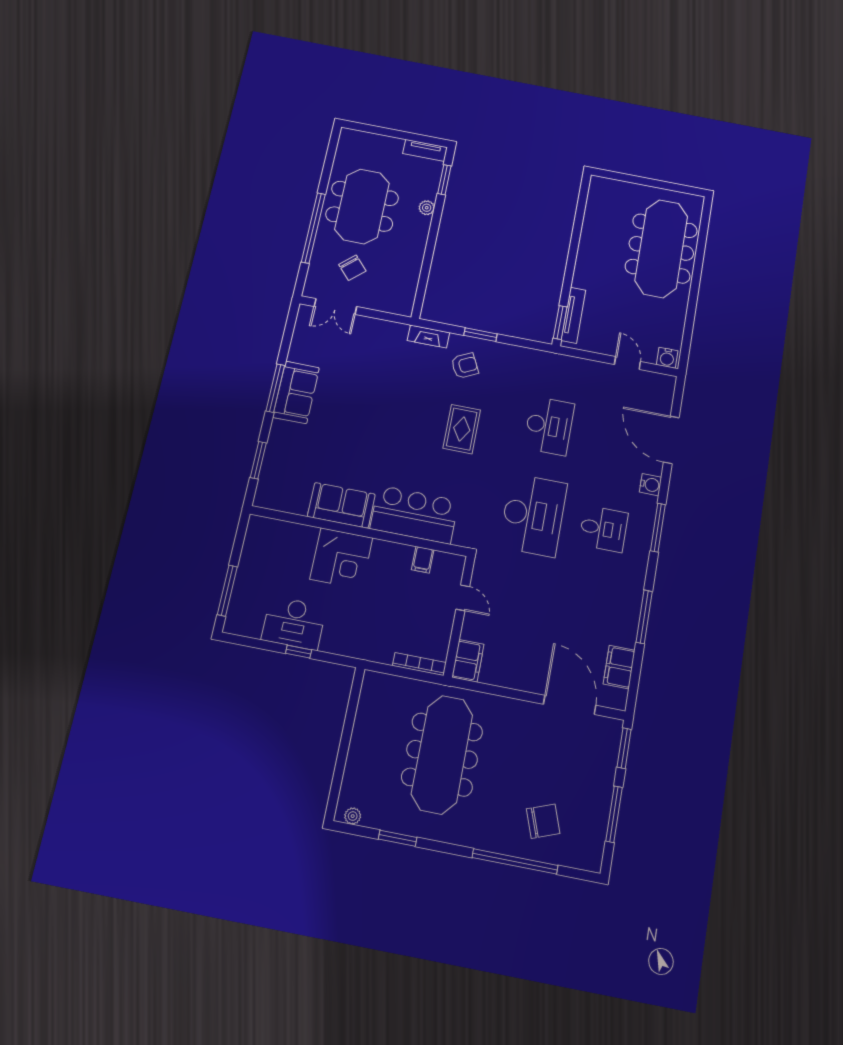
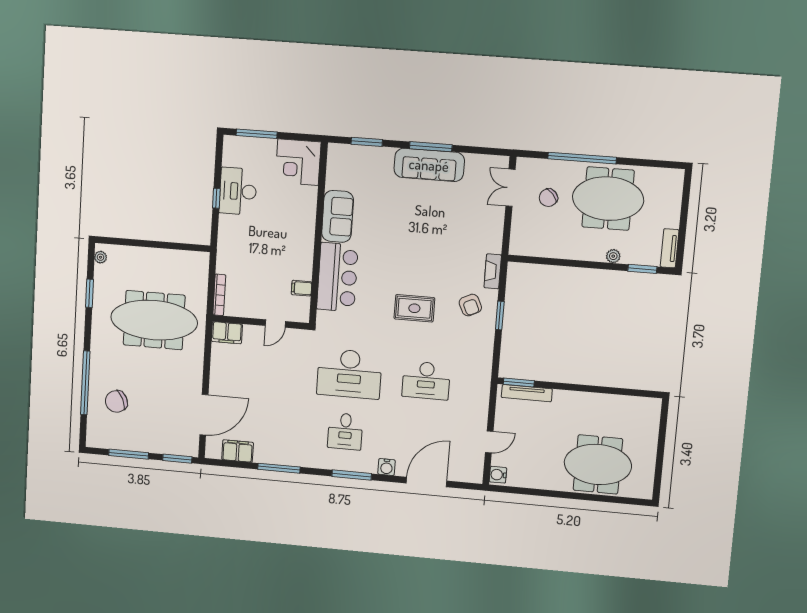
meeting table: (661, 248) -> (598, 464), width x0.73
sofa: (296, 392) -> (429, 165), width x1.36
corner desk: (341, 558) -> (298, 162), moved
chair: (543, 821) -> (116, 401), turned 85

